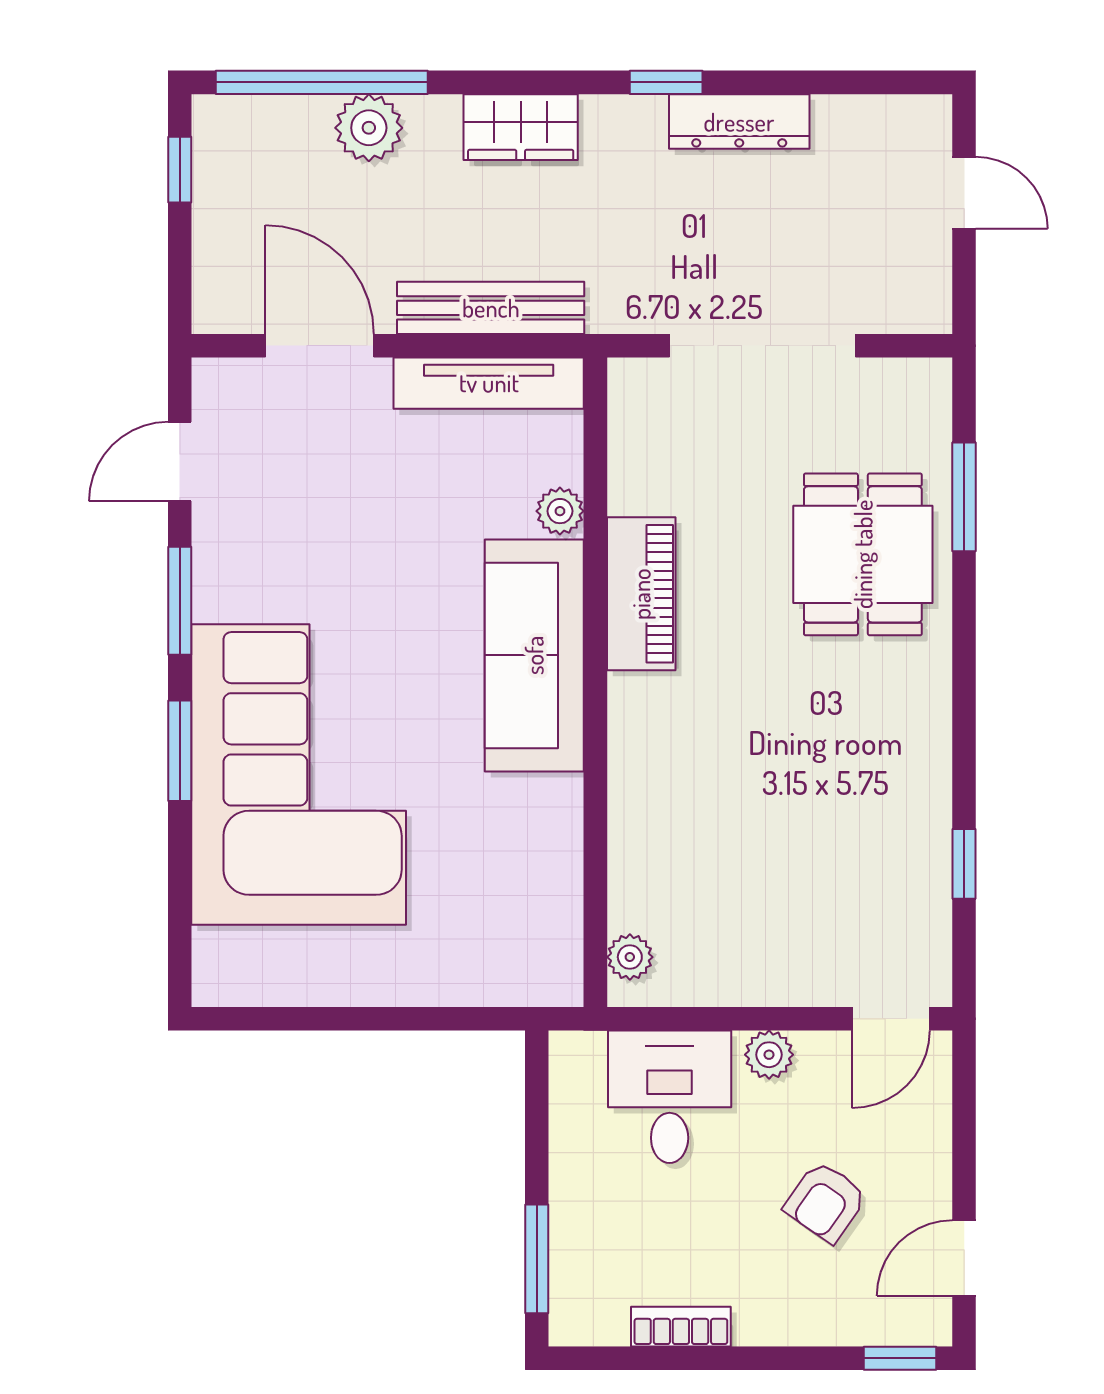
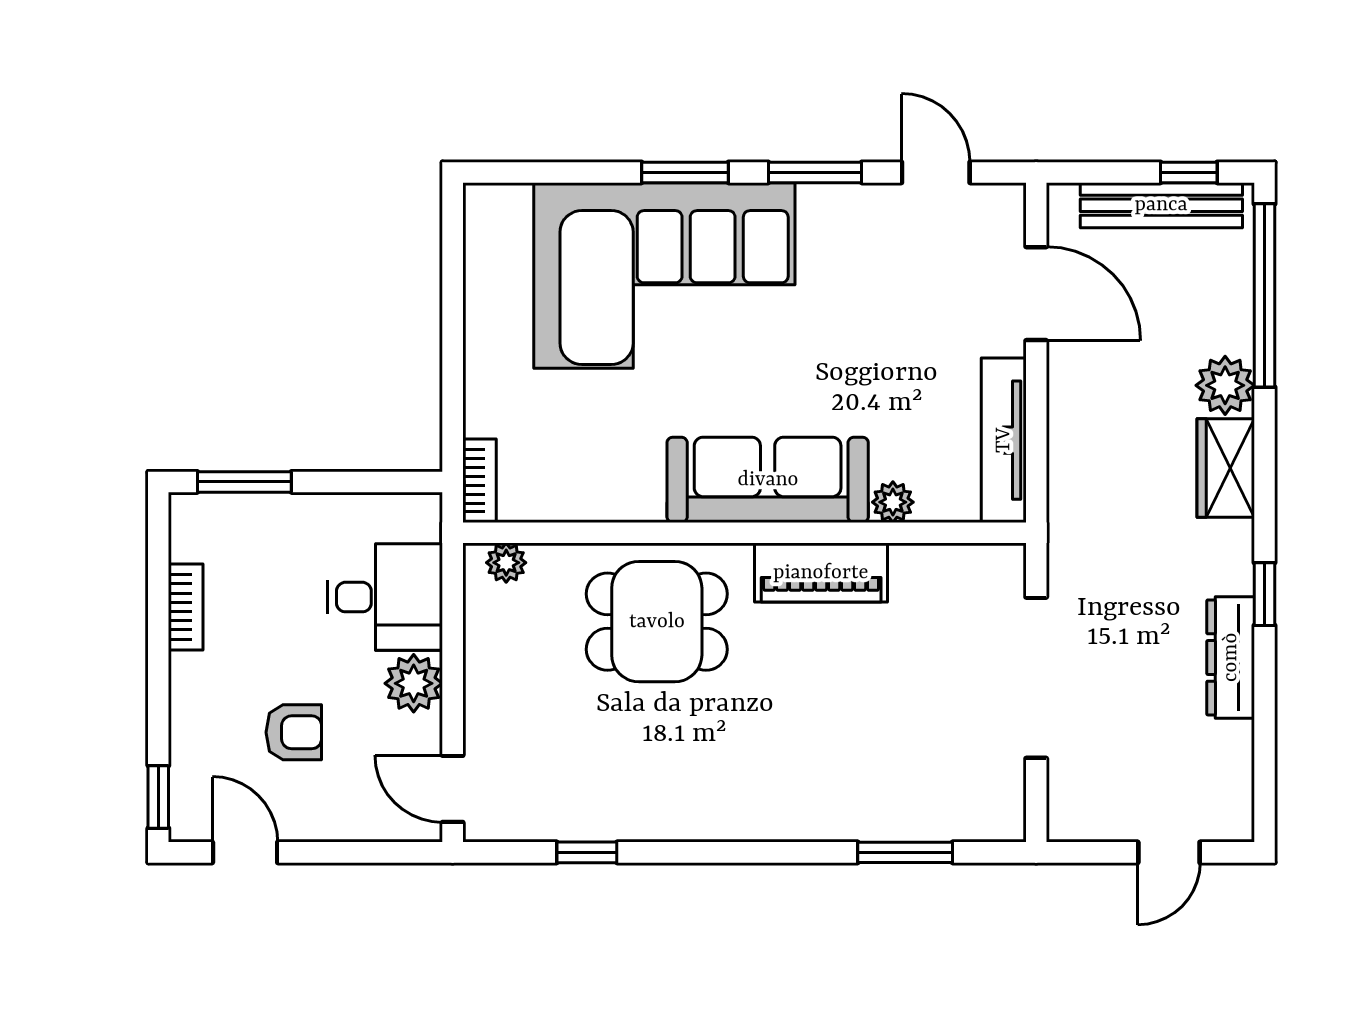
plant: (369, 128) -> (1225, 385), moved
bench: (491, 308) -> (1161, 205), moved, turned 90
door: (320, 346) -> (1036, 294), hinge flipped
dining table: (863, 554) -> (657, 622), moved
bookcase: (535, 988) -> (479, 481), added
plant: (769, 1055) -> (414, 683), width x1.38, depth x1.38
armchair: (826, 1202) -> (294, 732), turned 145

